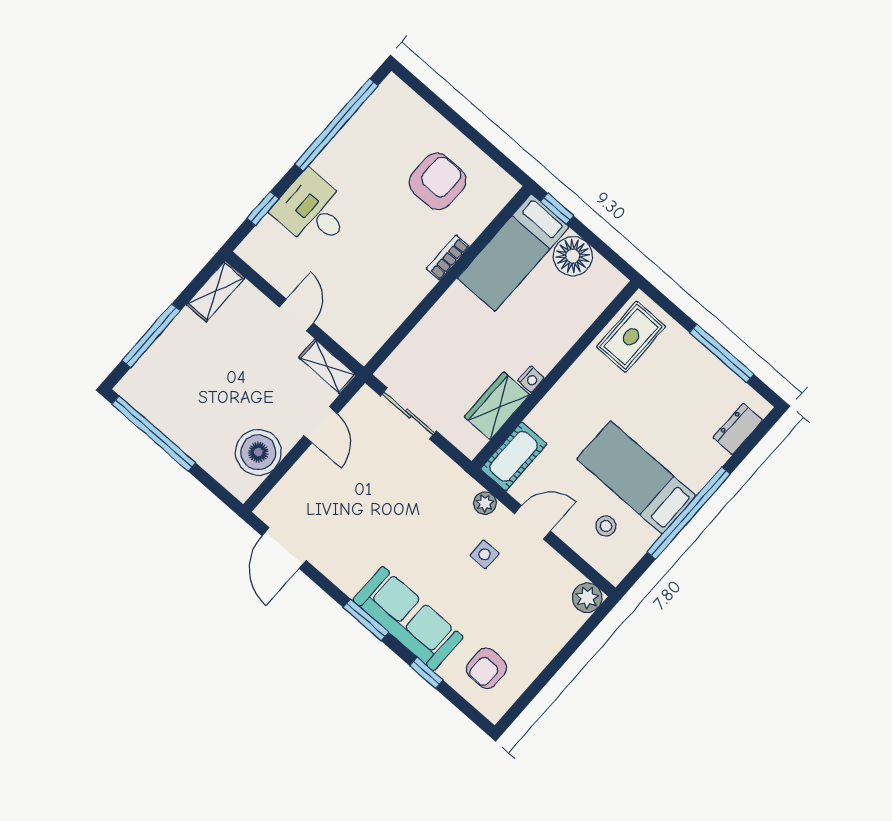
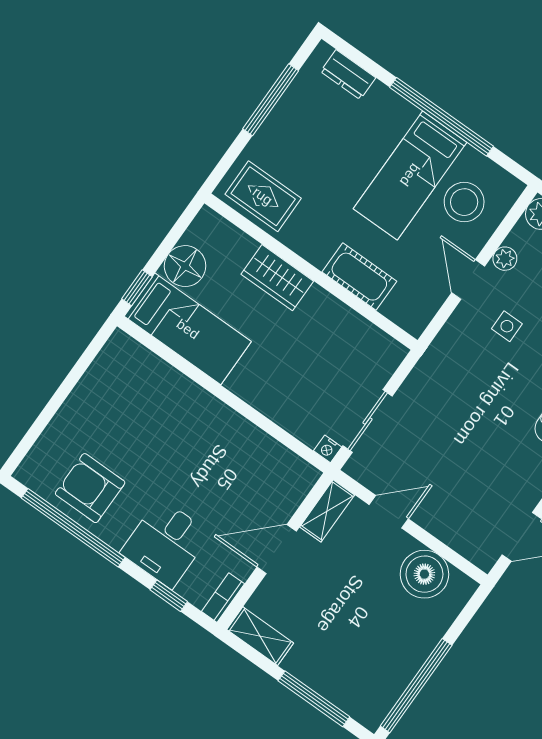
armchair: (437, 181) -> (90, 488), moved
bookcase: (448, 258) -> (223, 598), moved, turned 90
door: (296, 315) -> (277, 549), width x1.38
nightstand: (531, 379) -> (328, 449), moved, turned 180
wardrobe: (497, 406) -> (277, 278), moved
cot: (514, 456) -> (359, 277), moved
plant: (485, 503) -> (505, 259), moved
stool: (606, 526) -> (464, 202), width x1.89, depth x1.89

